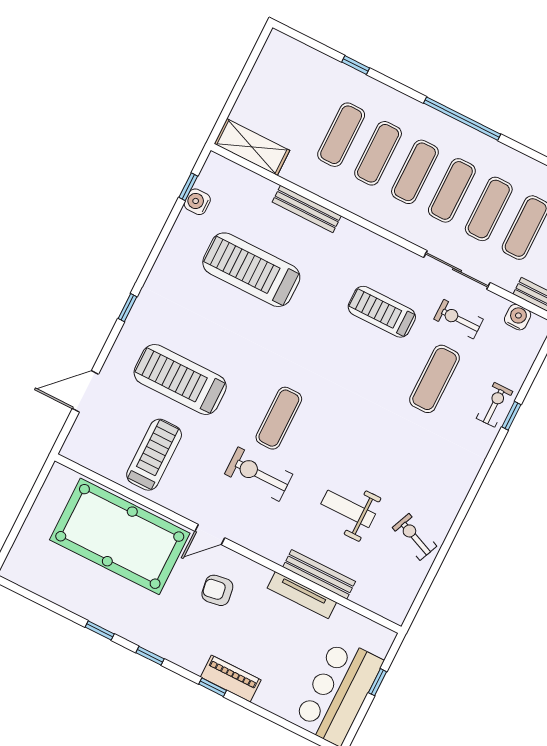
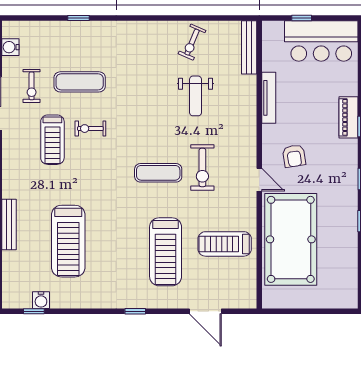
exercise bike: (494, 405) -> (90, 129), moved
bench: (319, 574) -> (249, 47), moved

